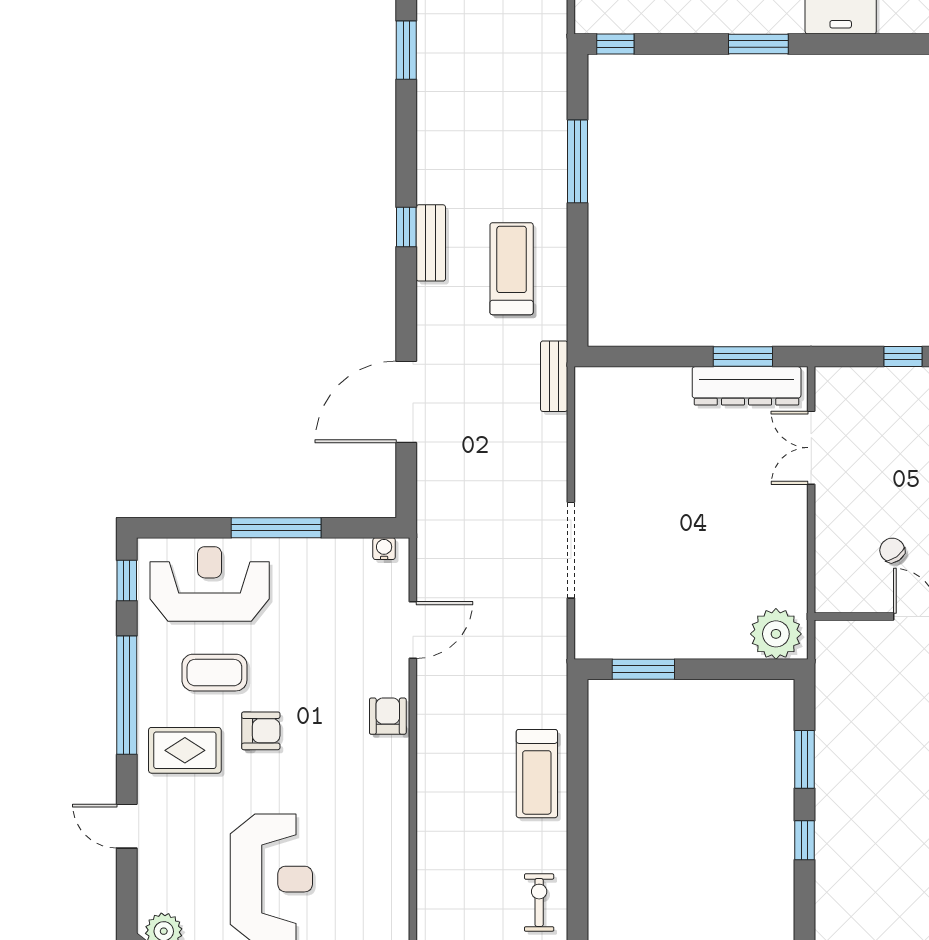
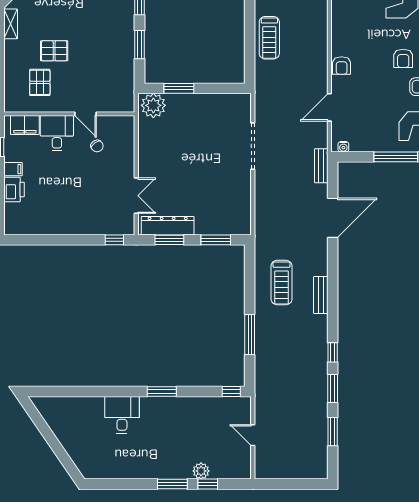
window: (406, 227) -> (333, 352), moved
window: (647, 357) -> (216, 240), added
window: (903, 357) -> (114, 240), moved
bench: (554, 376) -> (321, 166), moved
window: (643, 669) -> (179, 88), moved
armchair: (261, 731) -> (403, 58), turned -90
treadmill: (537, 774) -> (269, 38), turned 180

